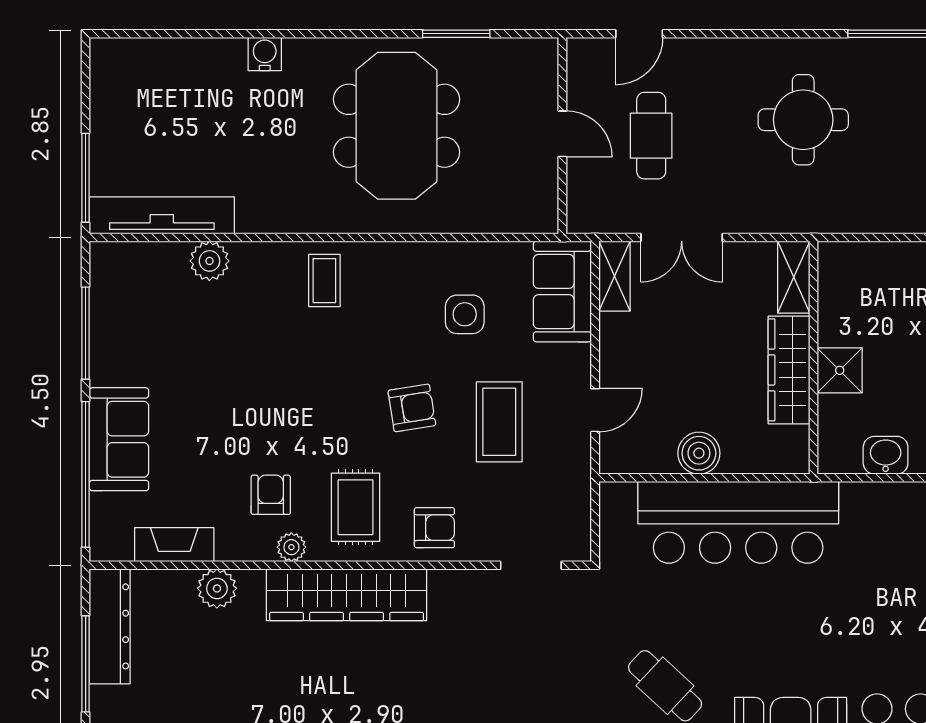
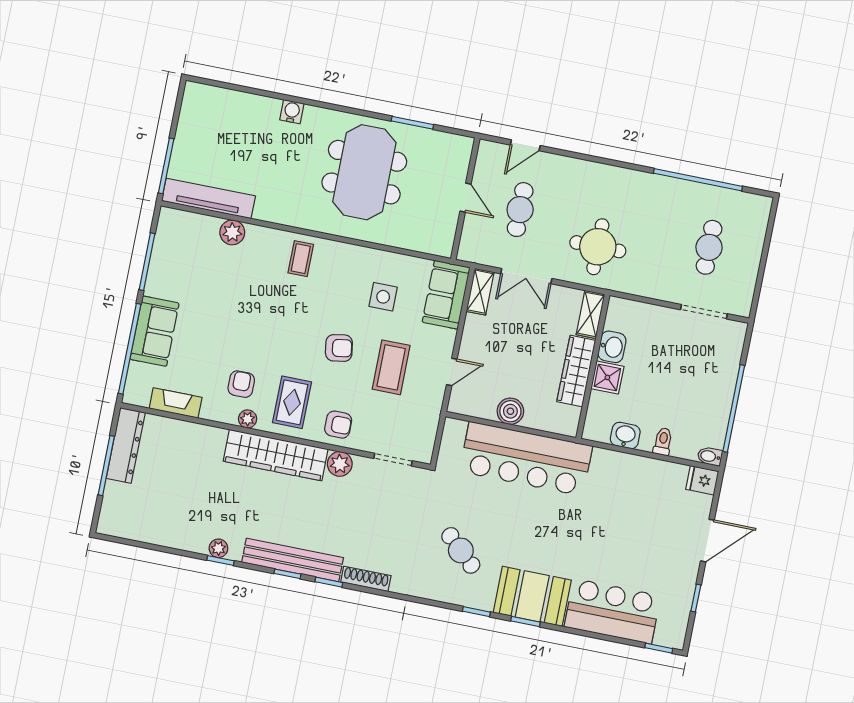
round table: (803, 120) -> (598, 247), moved
washbasin: (837, 321) -> (612, 347), added
plant: (217, 588) -> (340, 464), moved

